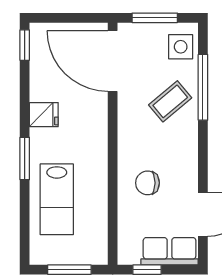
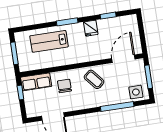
window: (25, 45) -> (108, 16), moved
door: (113, 61) -> (123, 59), width x0.73
coffee table: (170, 101) -> (94, 79), moved
row of seats: (170, 251) -> (36, 82), moved, turned 90

